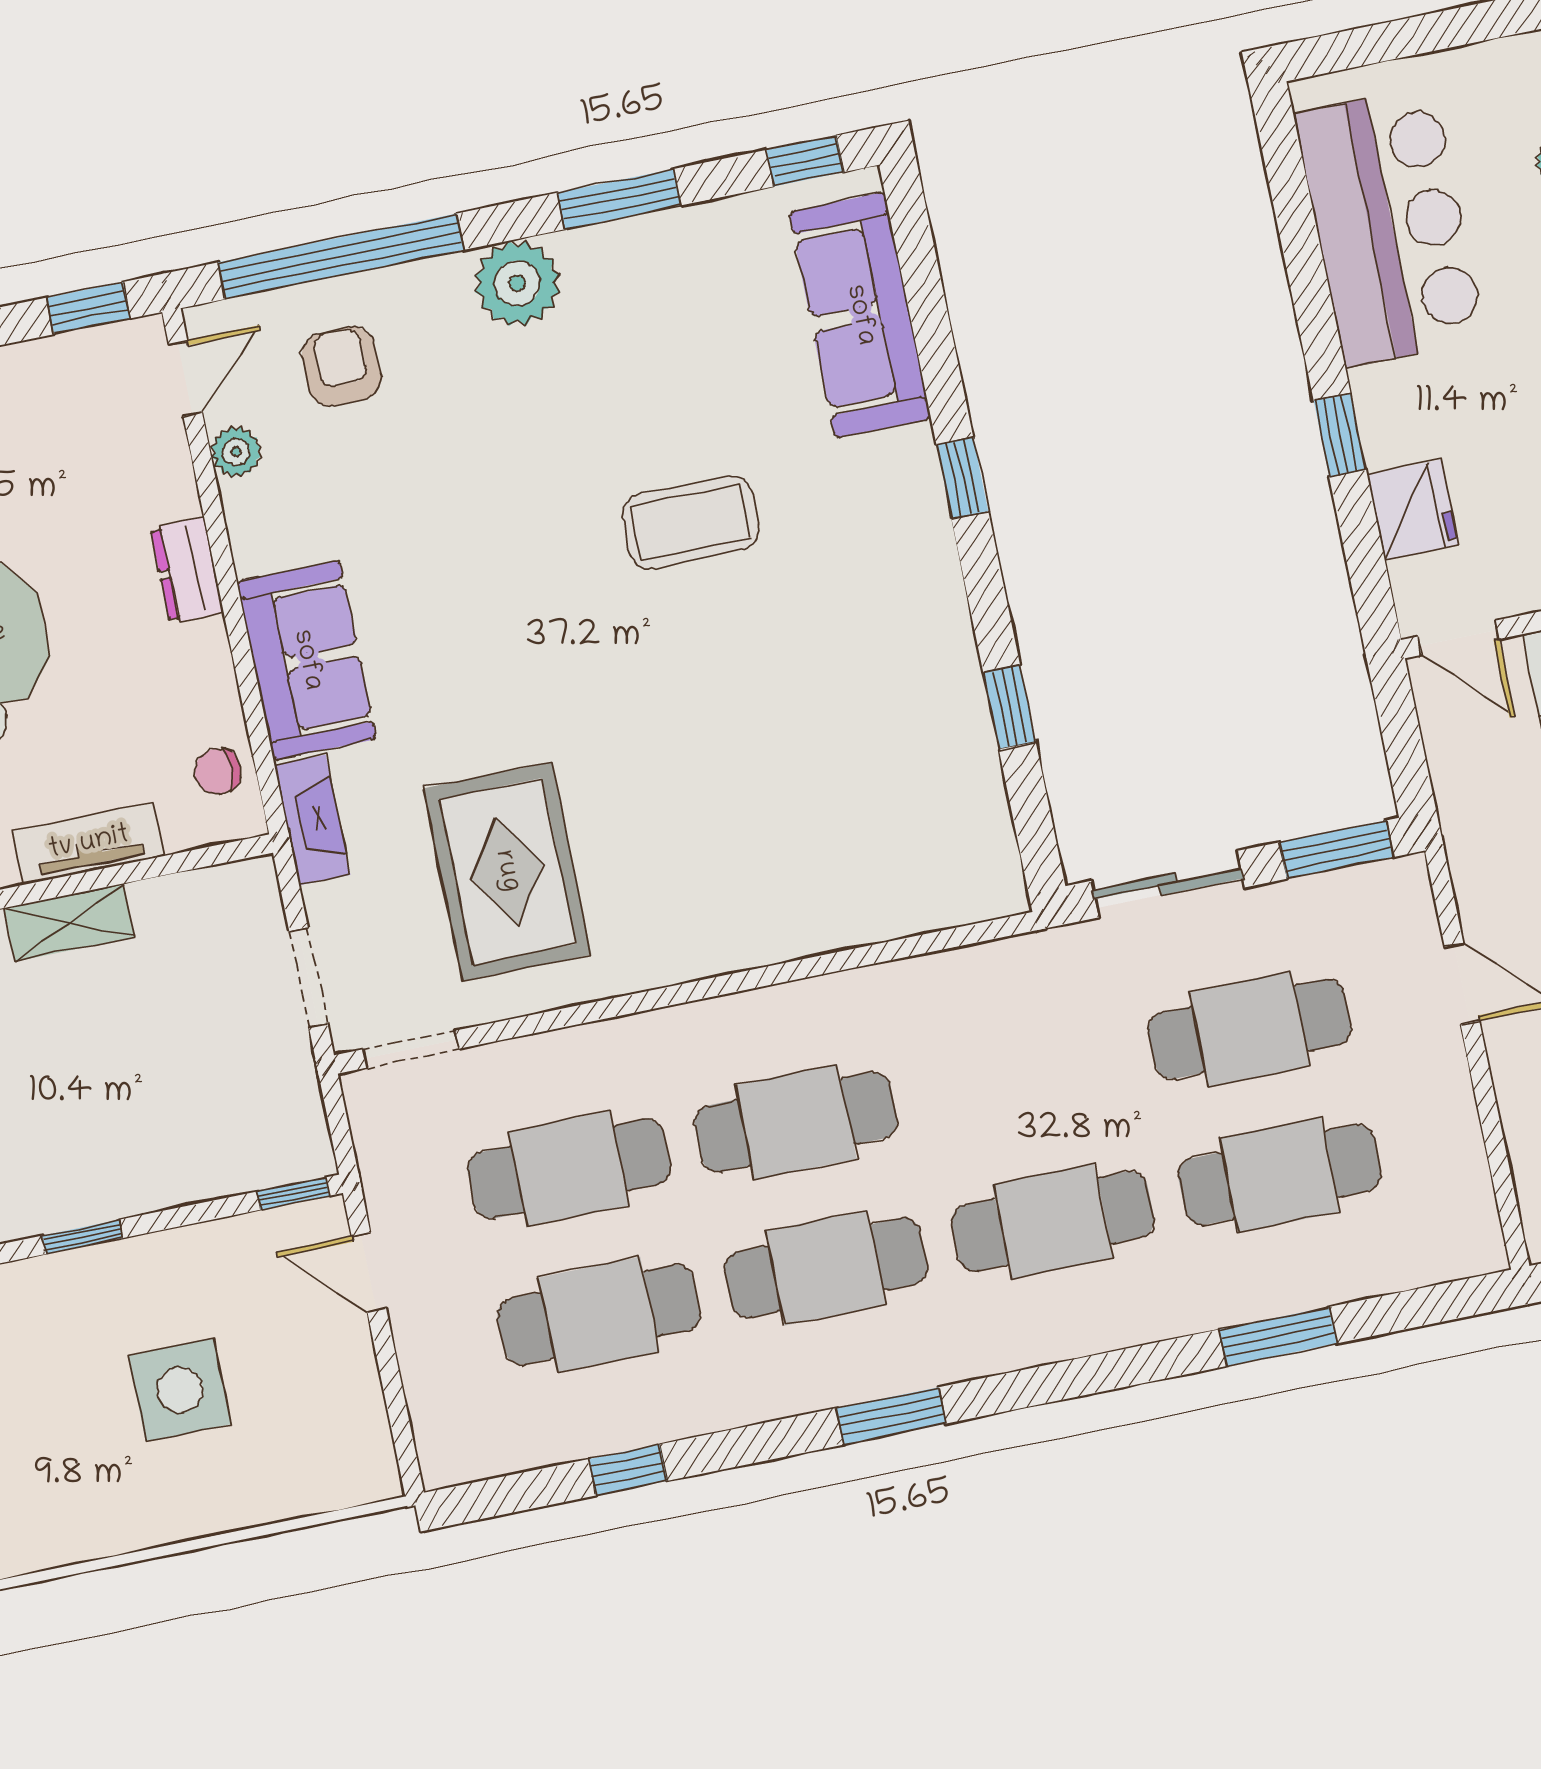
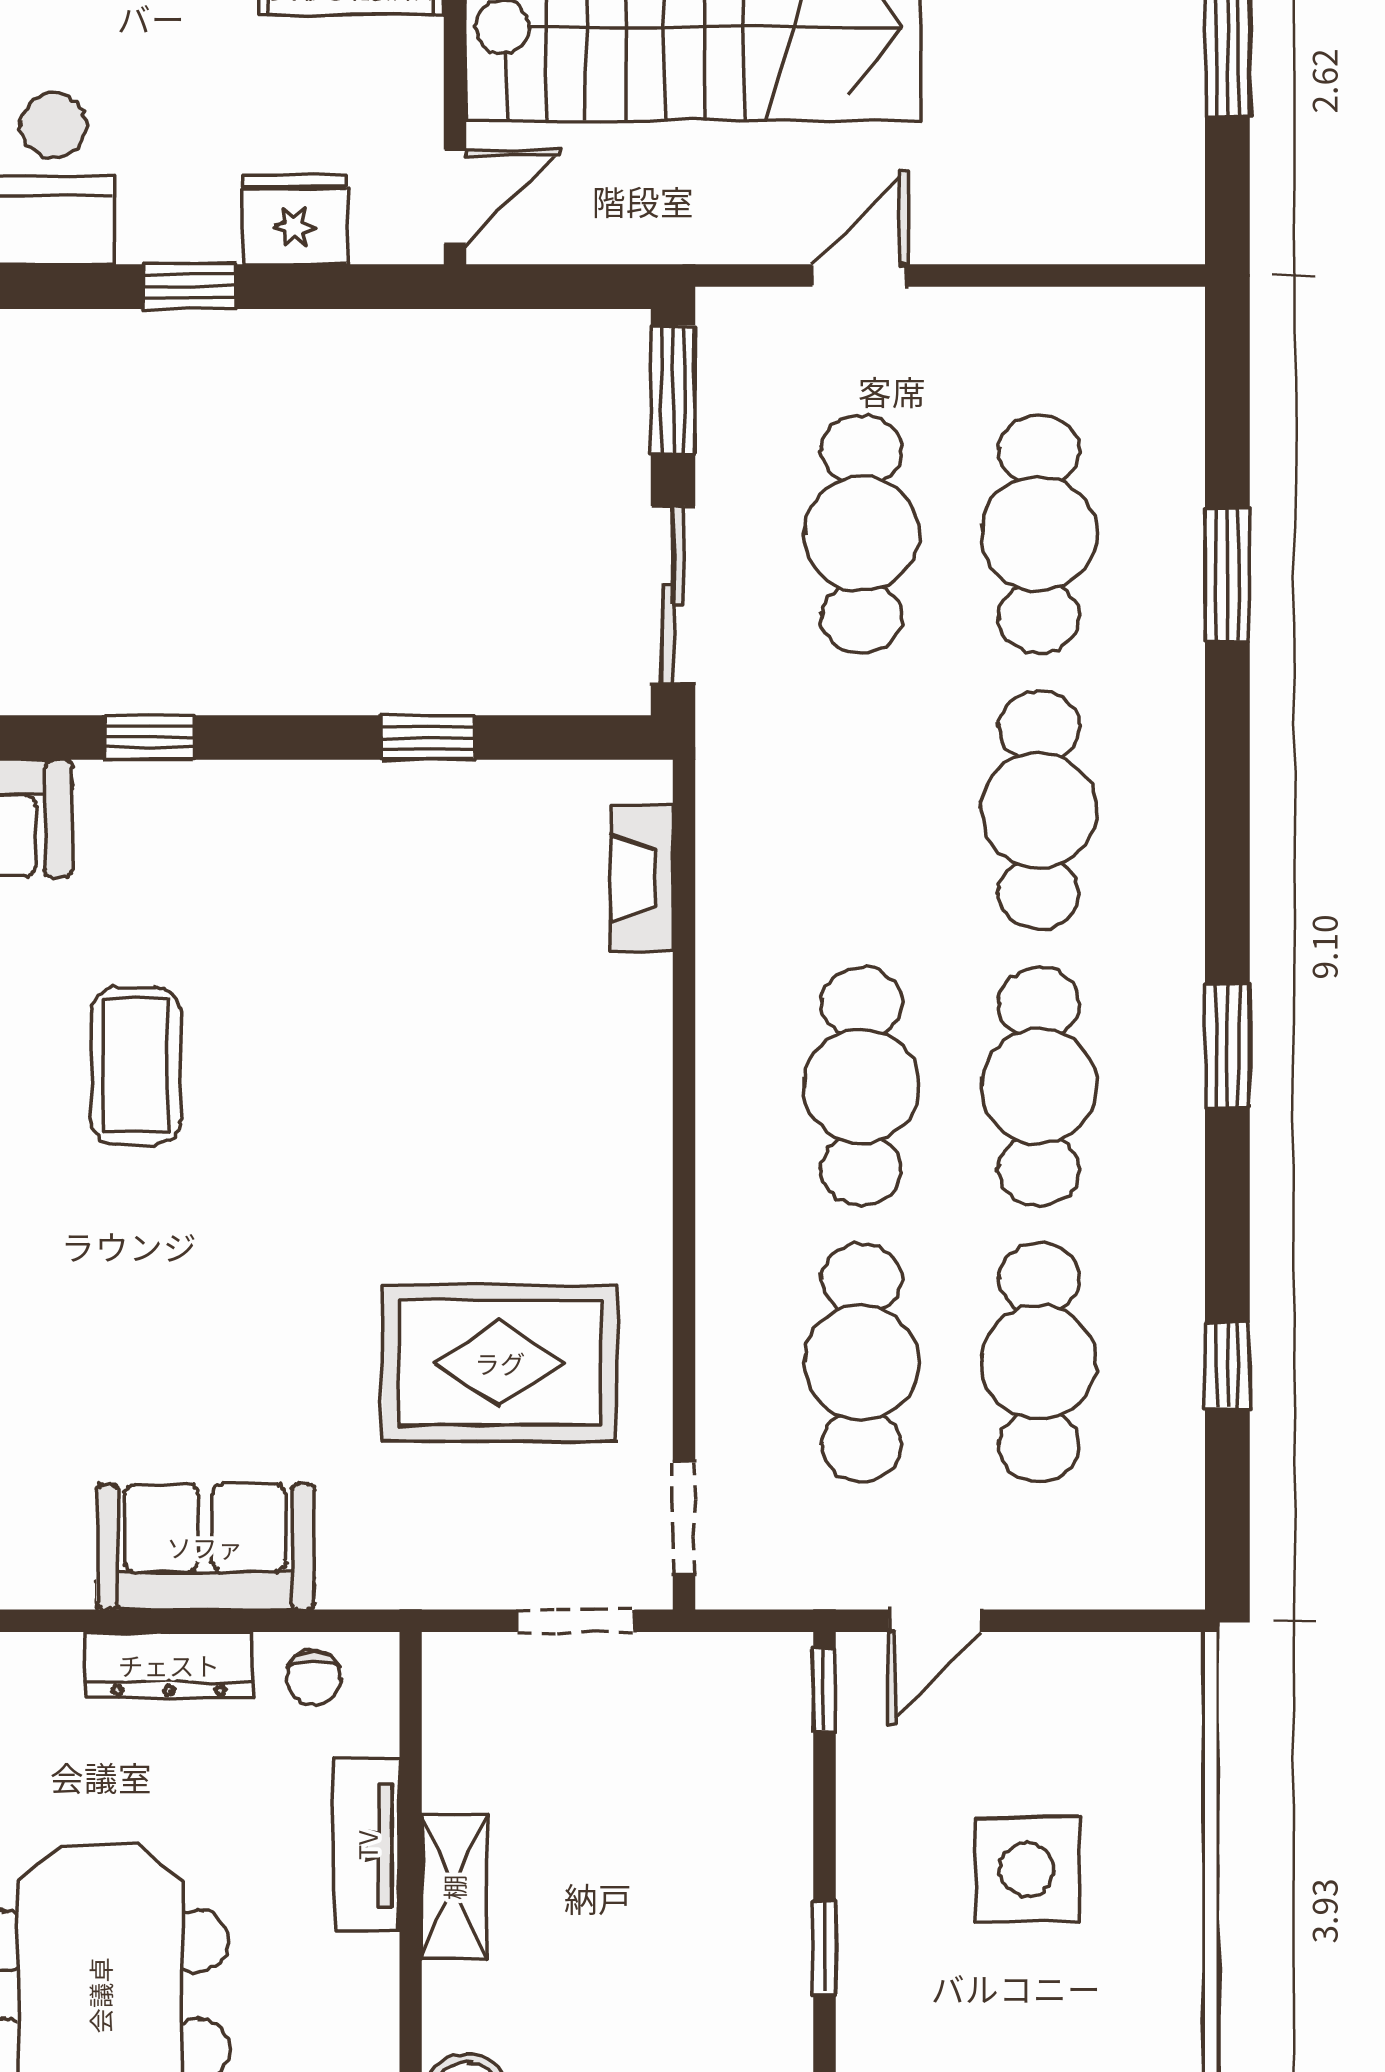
dresser: (187, 570) -> (169, 1665), moved, width x1.44
fireplace: (312, 820) -> (642, 879), moved, turned -90

